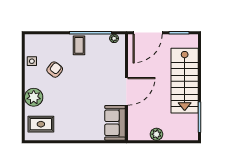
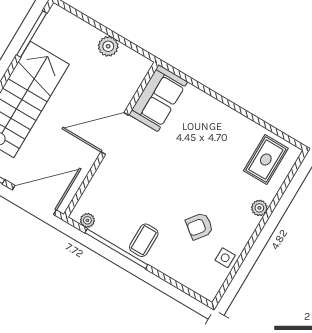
plant: (34, 97) -> (259, 208), width x0.53, depth x0.53
rug: (41, 124) -> (266, 160), turned 90

